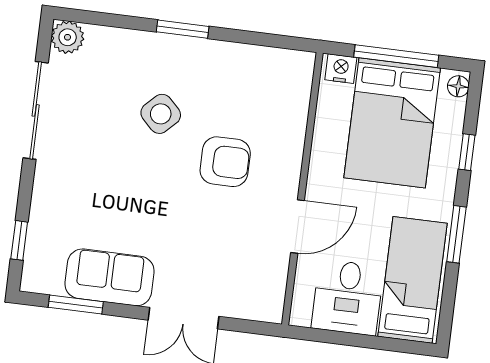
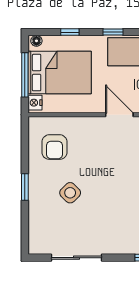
plant: (68, 37) -> (37, 246), removed
armchair: (225, 162) -> (54, 147), moved, turned 180
window: (456, 234) -> (113, 32), width x0.67

